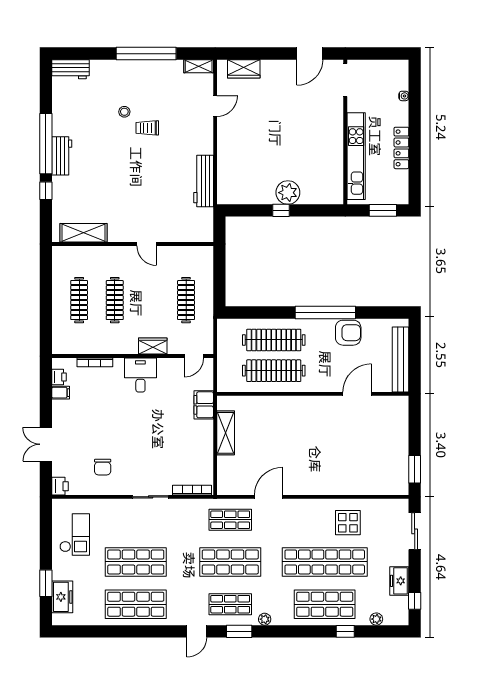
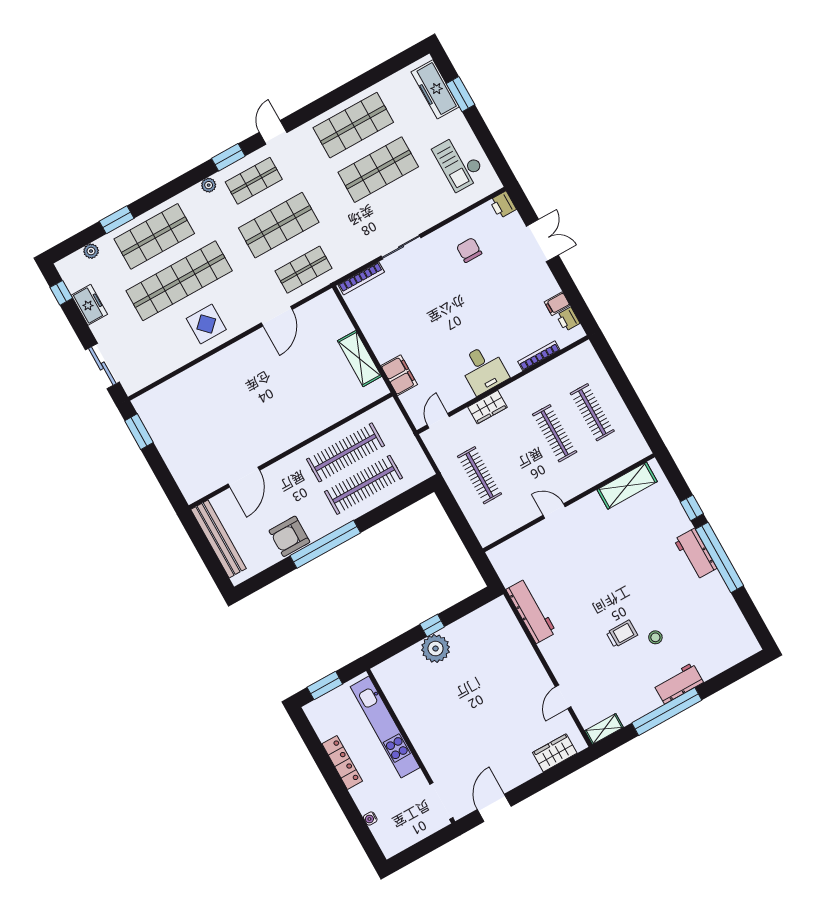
workbench: (70, 69) -> (678, 683), moved
display table: (348, 523) -> (206, 324), moved
freezer: (62, 597) -> (435, 89), width x1.40
window: (345, 631) -> (117, 220), width x1.50

